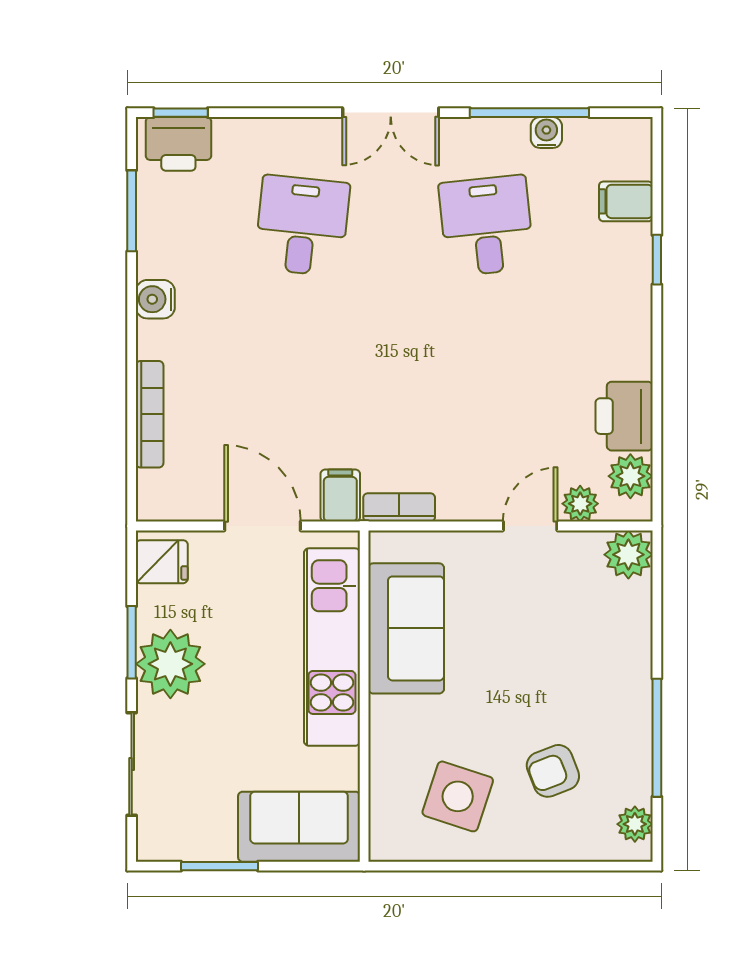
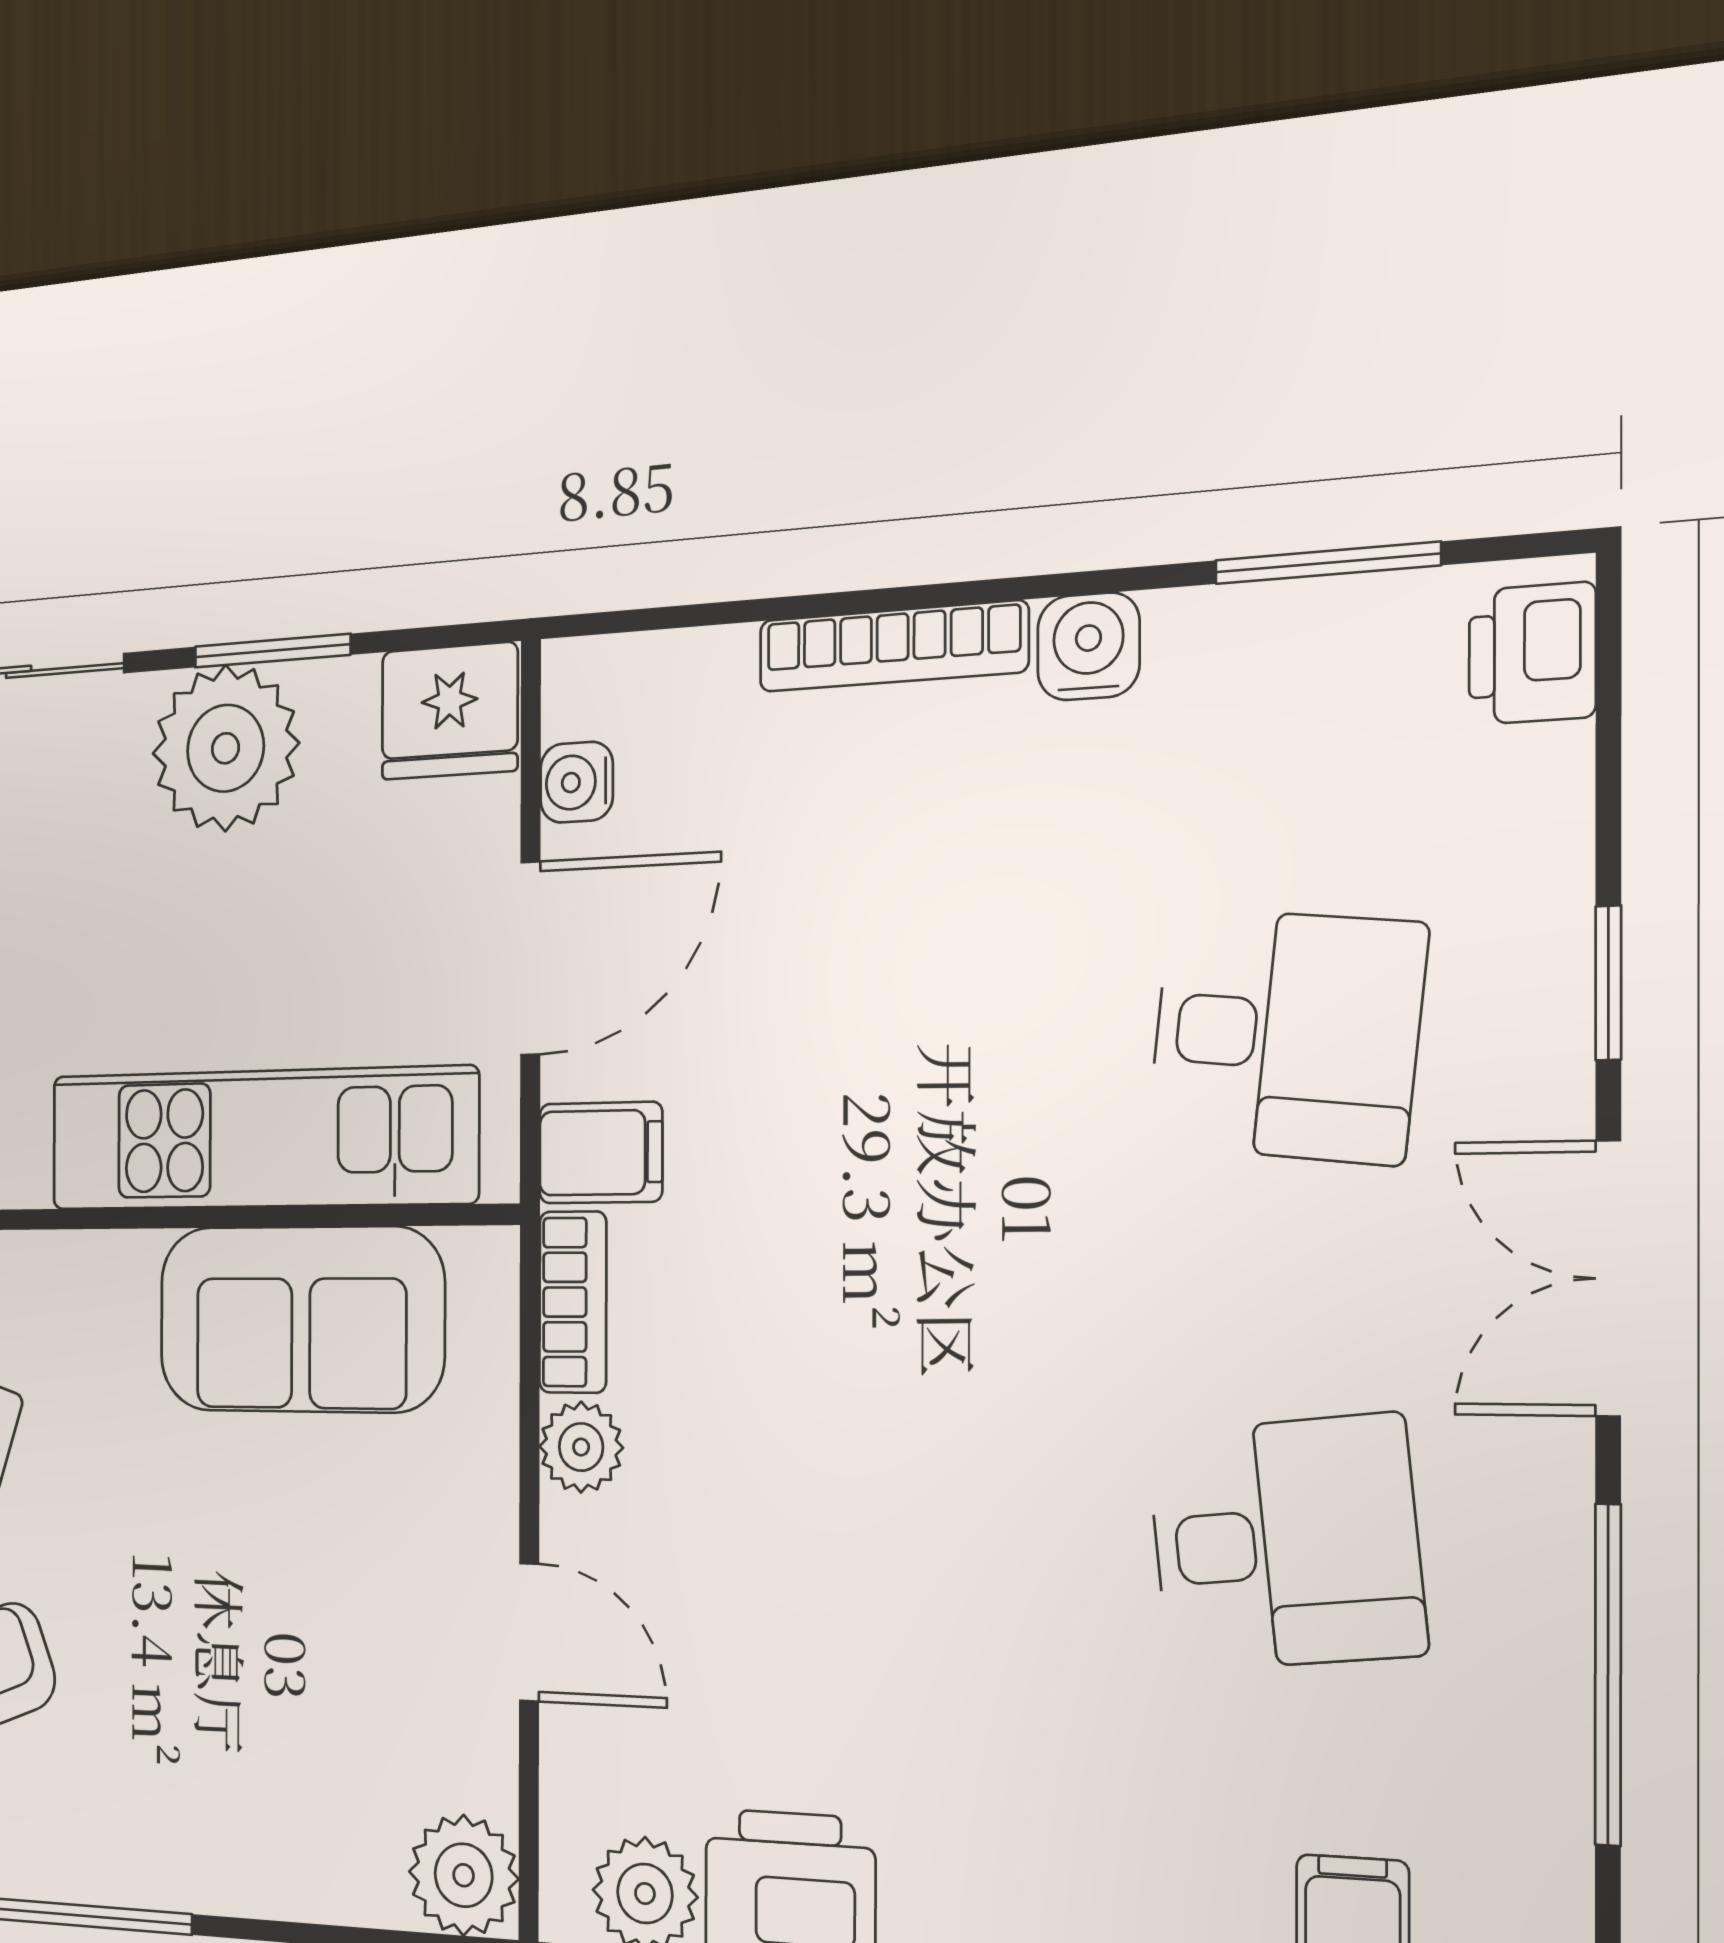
window: (181, 113) -> (1608, 983), moved
water cooler: (546, 133) -> (577, 782), moved, turned 180
printer: (178, 144) -> (1532, 653), width x0.73, depth x0.81
bookcase: (150, 414) -> (893, 646), moved
plant: (580, 504) -> (581, 1447), moved
fridge: (162, 562) -> (450, 711), width x1.38

